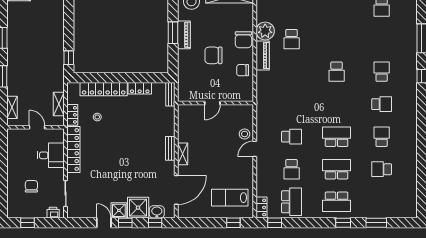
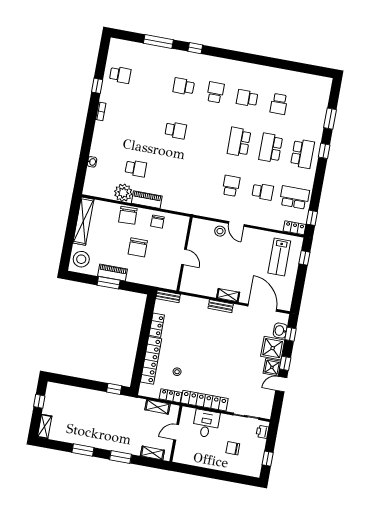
chair: (243, 40) -> (128, 215), turned 88

